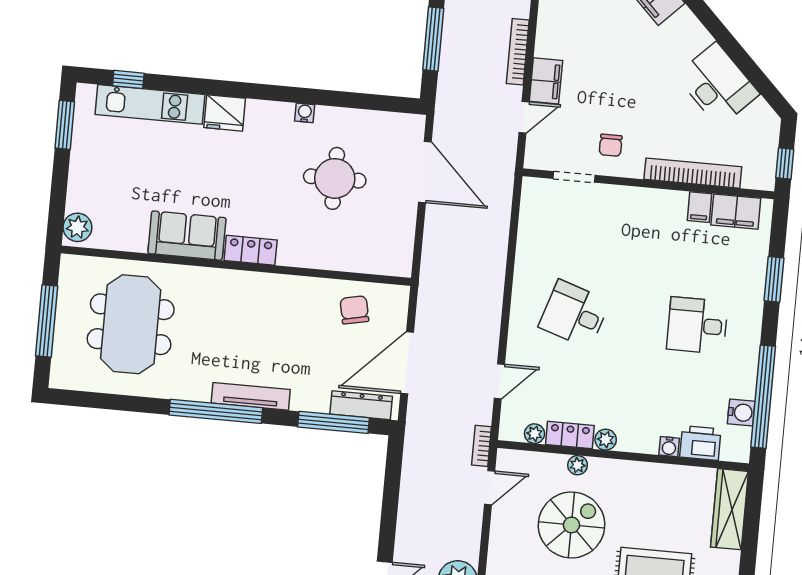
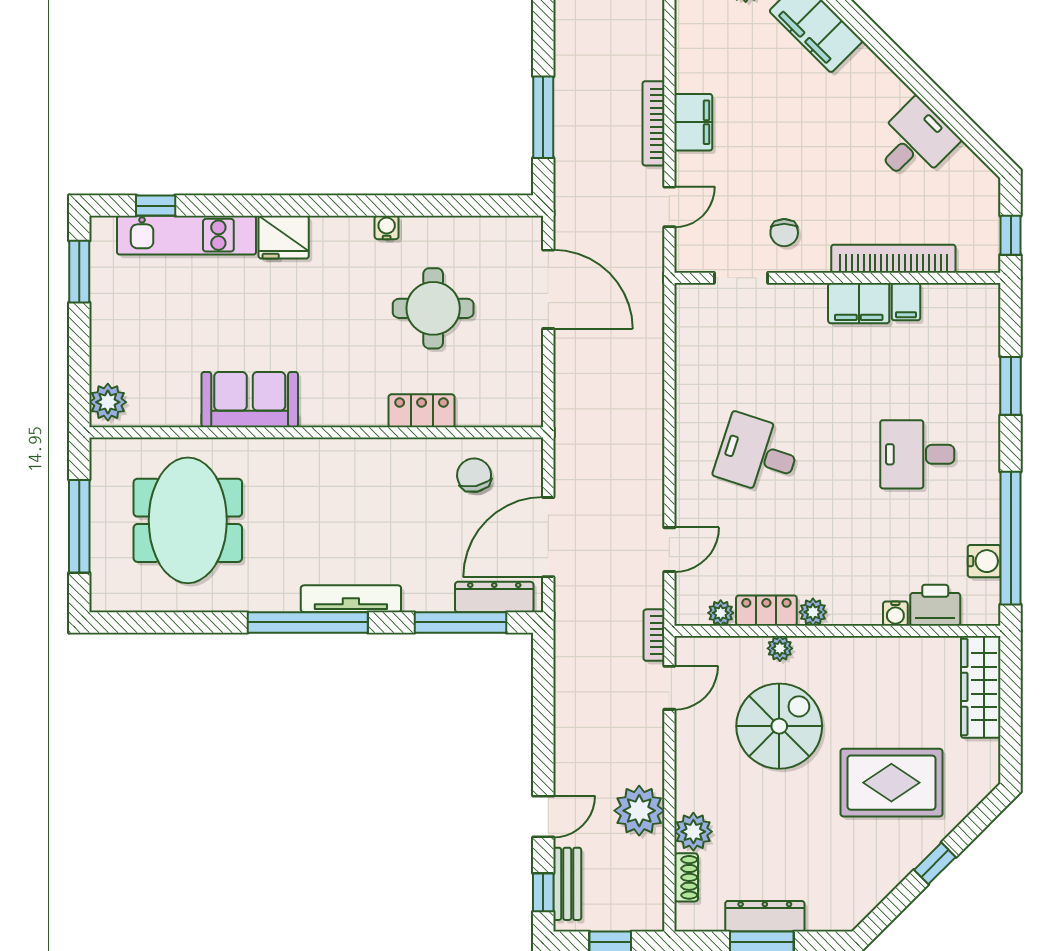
filing cabinet: (546, 81) -> (693, 122), moved
desk: (718, 85) -> (915, 142), width x0.73
filing cabinet: (736, 212) -> (859, 303), moved
locker: (251, 250) -> (422, 411), moved

